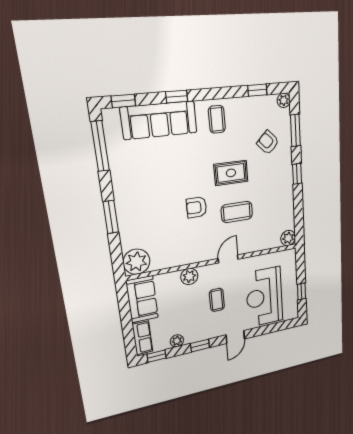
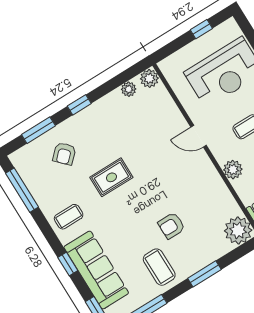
window: (257, 90) -> (22, 190), width x2.17
plant: (284, 100) -> (129, 89), moved
rug: (231, 173) -> (111, 177), turned 90
armchair: (197, 207) -> (171, 226), moved, turned 90
coffee table: (237, 212) -> (159, 267), moved

